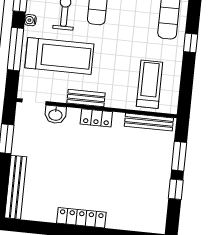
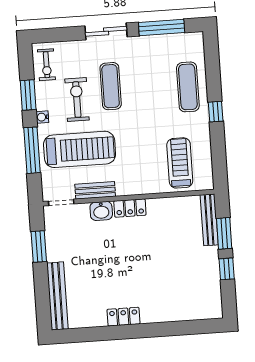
bench: (86, 98) -> (95, 190), moved
washbasin: (55, 115) -> (101, 211), moved
bench: (149, 122) -> (209, 220), moved, turned 90
locker: (81, 218) -> (123, 317), width x0.66

